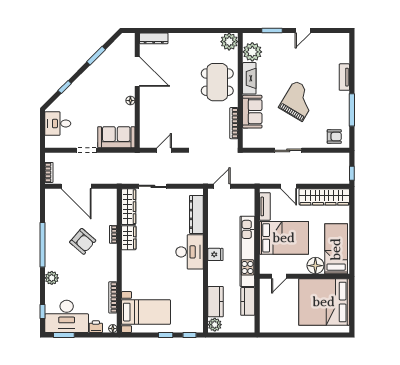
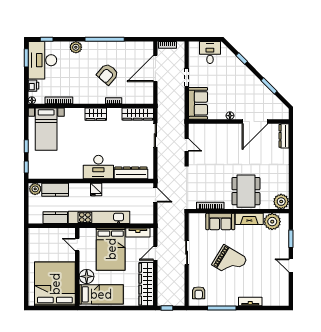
dining table: (217, 82) -> (246, 191), turned 90
wardrobe: (129, 238) -> (96, 114), moved

